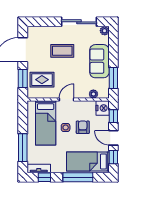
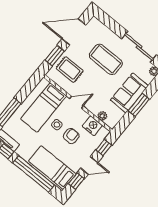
coffee table: (62, 51) -> (106, 59), width x1.36, depth x1.32
window: (113, 78) -> (139, 105), moved
nightstand: (103, 108) -> (92, 126), moved, turned -90
door: (113, 138) -> (89, 165), swing flipped
window: (78, 177) -> (34, 174), width x1.46

